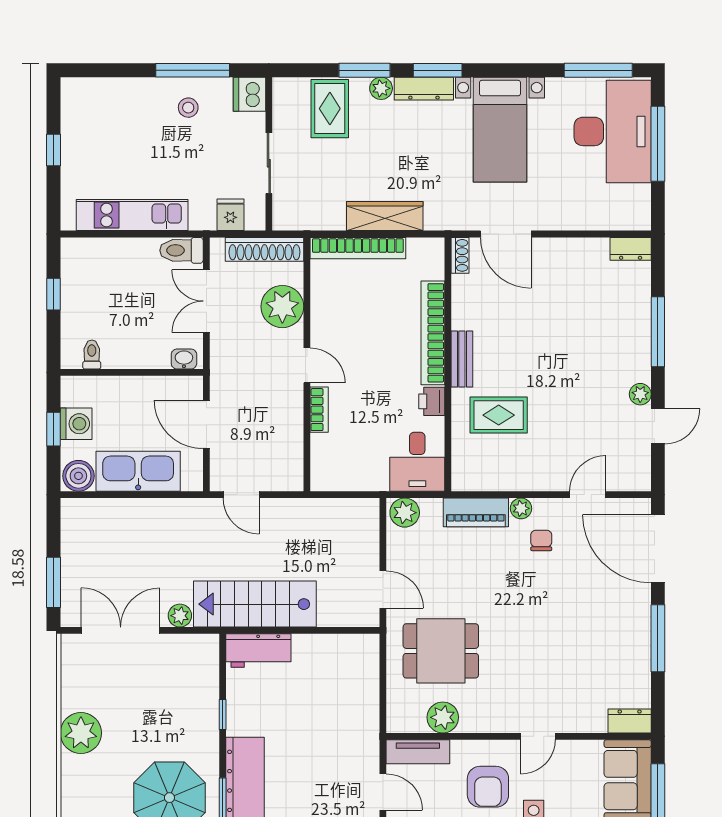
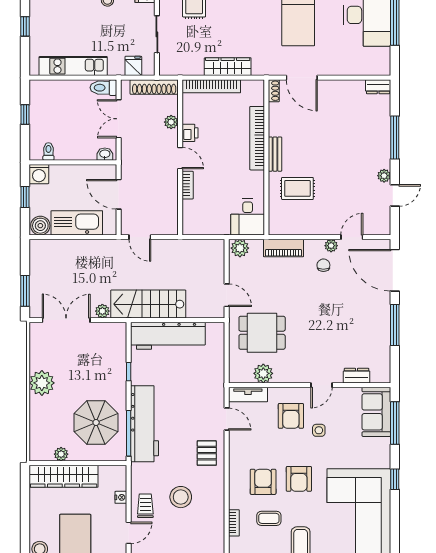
plant: (282, 307) -> (171, 122), width x0.53, depth x0.53
printer: (432, 401) -> (190, 133), moved, turned 180
washing machine: (76, 424) -> (39, 174), moved, turned 90
plant: (521, 508) -> (331, 246), moved
workbench: (258, 650) -> (168, 336), width x1.88, depth x1.32
dresser: (630, 721) -> (357, 376), moved

